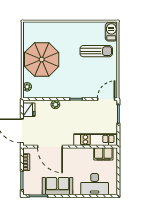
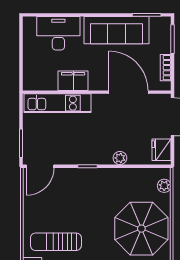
filing cabinet: (103, 154) -> (73, 81), moved
sofa: (57, 186) -> (117, 30), width x1.36

